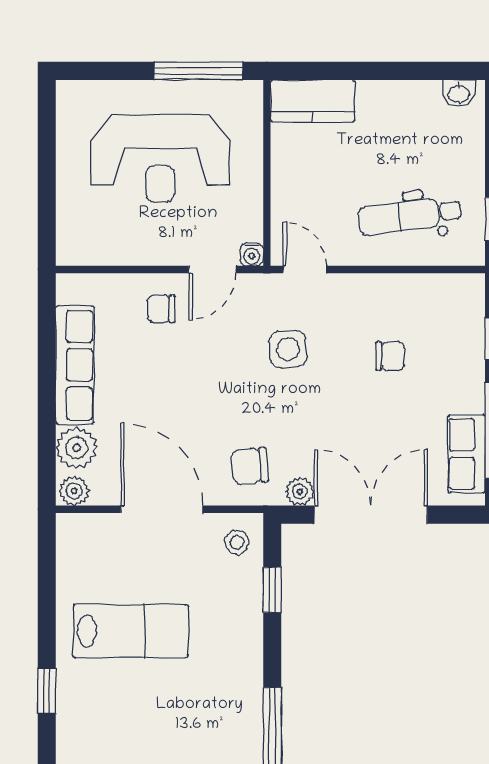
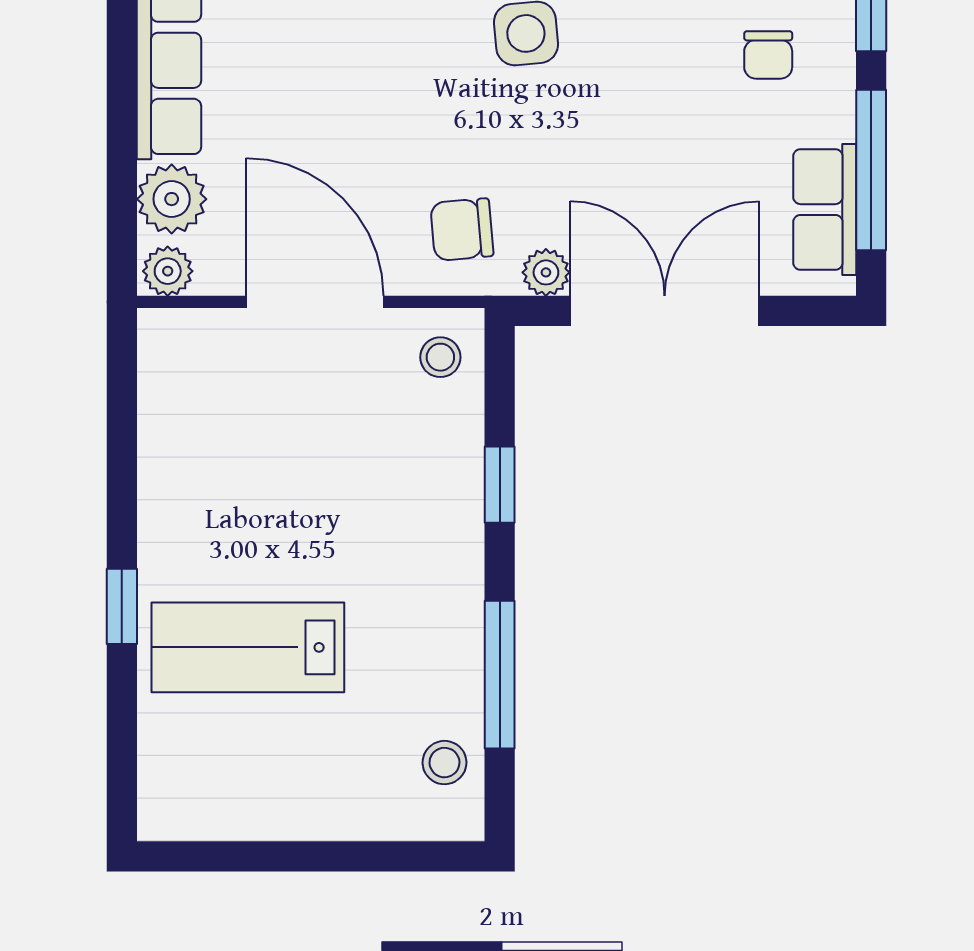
chair: (390, 356) -> (768, 55), moved, turned 90
window: (272, 590) -> (500, 485), moved
lab bench: (131, 631) -> (248, 647), moved, turned 180

